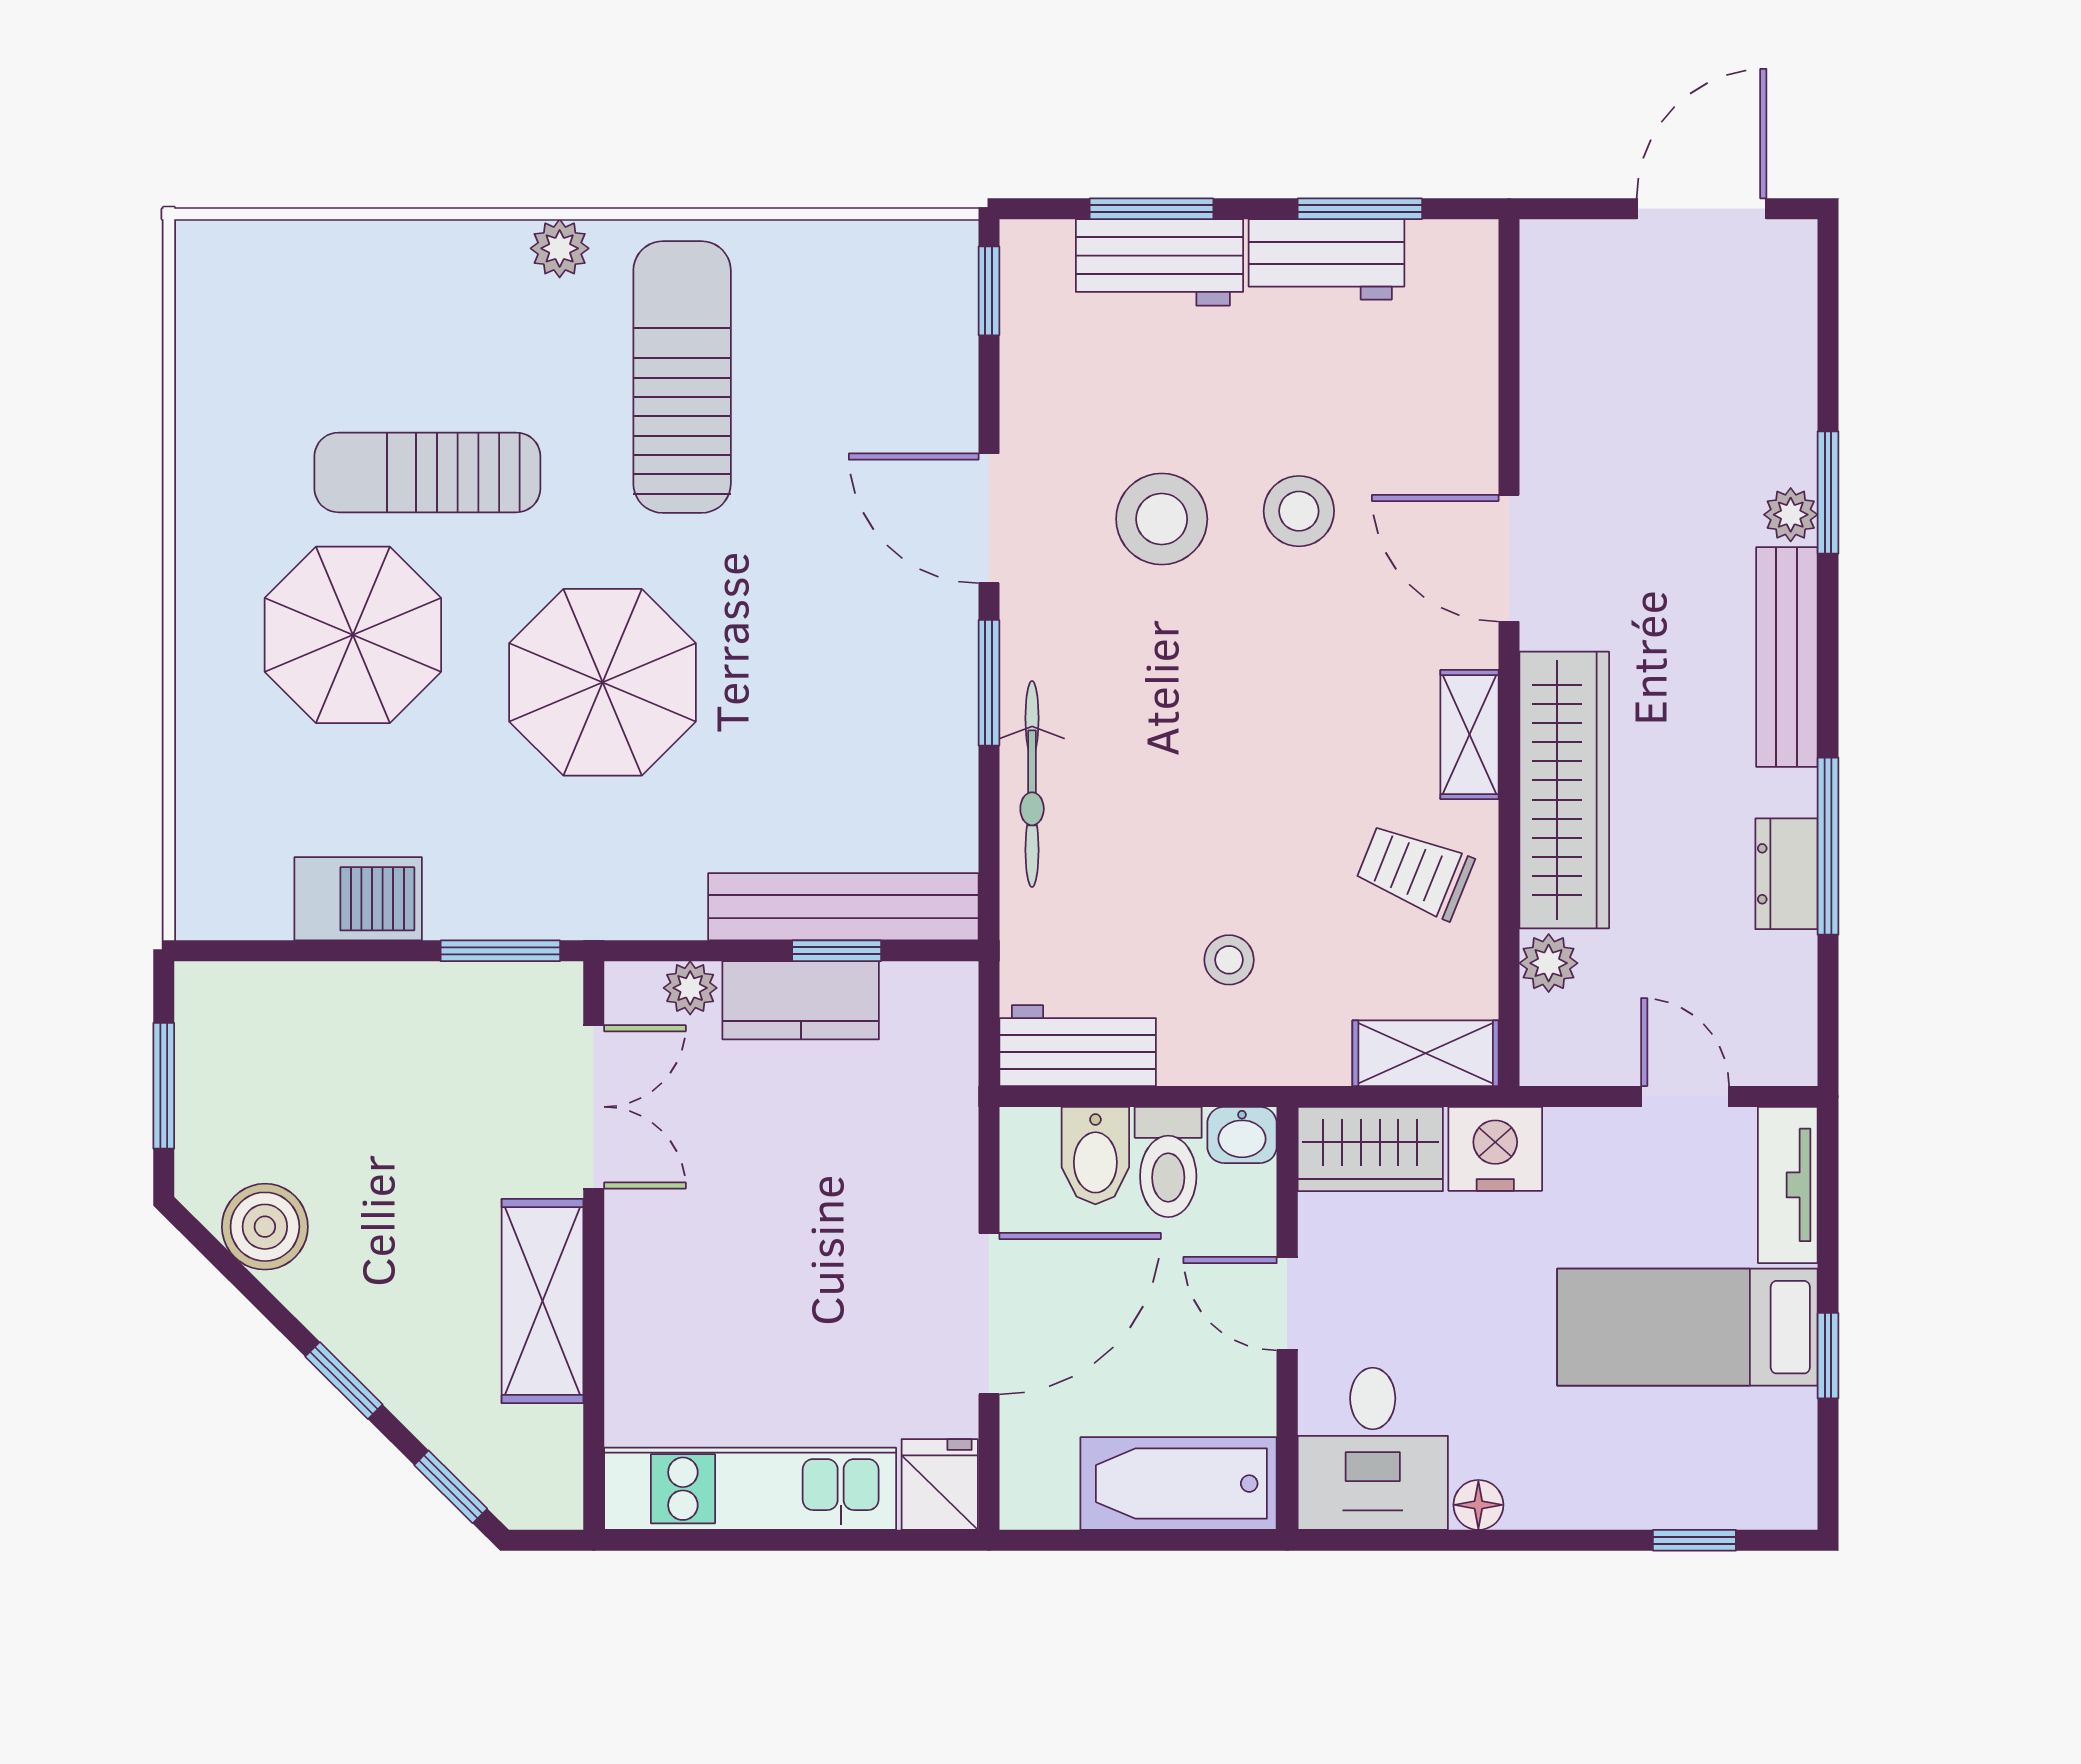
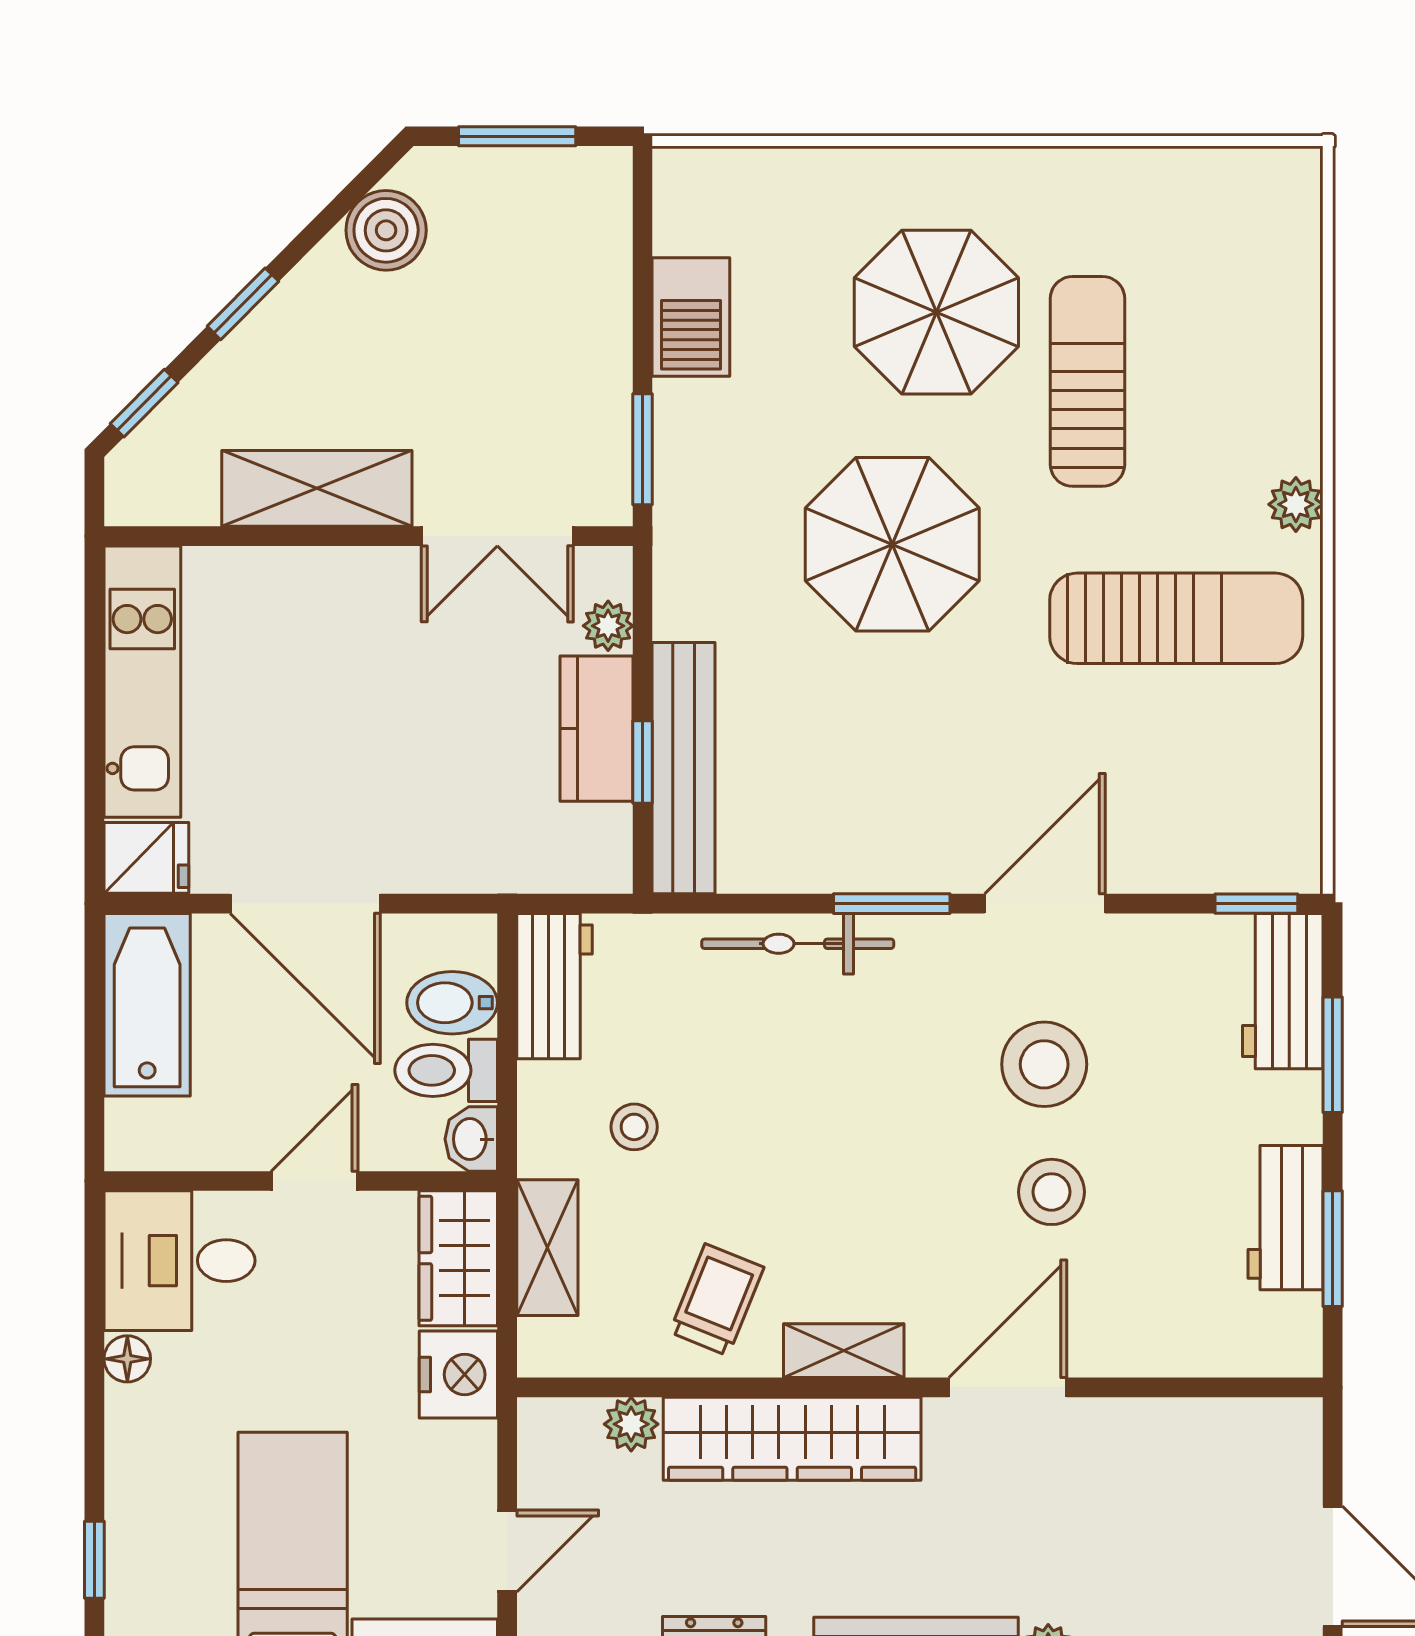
workbench: (1160, 262) -> (1283, 991), moved
shelving: (1426, 1053) -> (547, 1248), moved
bathtub: (1178, 1484) -> (147, 1005), moved

